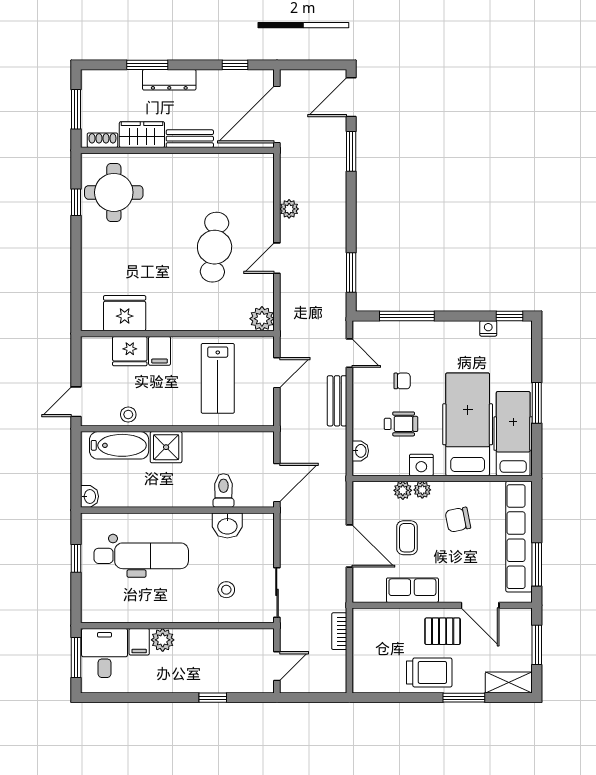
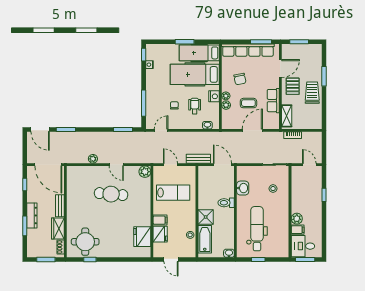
bench: (337, 401) -> (198, 159), moved
door: (76, 402) -> (171, 260), moved
toilet: (223, 491) -> (226, 203), moved
shelving: (509, 683) -> (287, 116), moved

